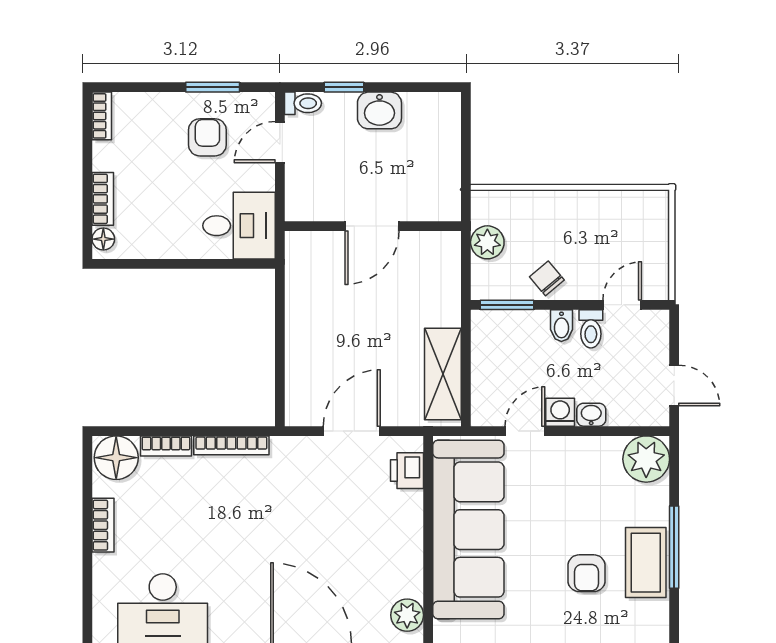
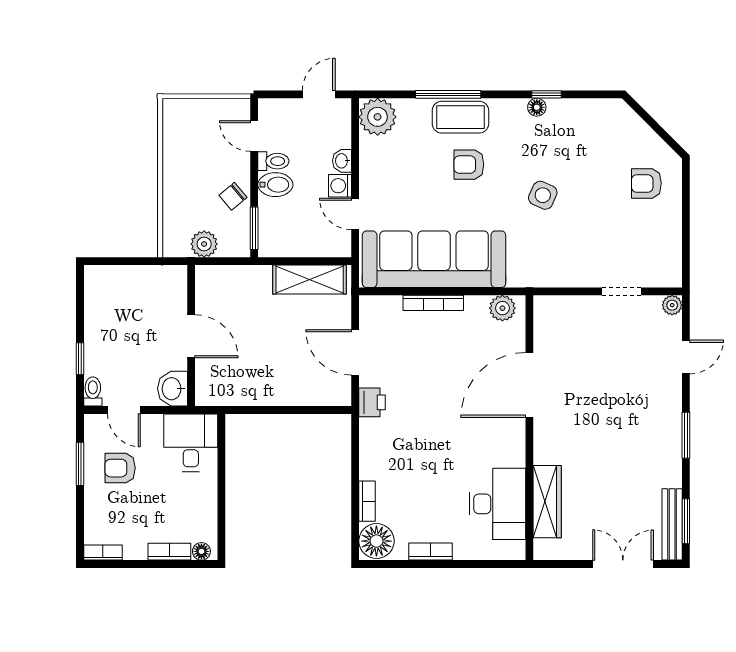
washbasin: (379, 110) -> (172, 389), moved, turned 180
bidet: (561, 326) -> (275, 185), width x1.38, depth x1.36
bookcase: (231, 445) -> (433, 303), moved, turned 90
printer: (407, 471) -> (372, 402), moved, turned -90
armchair: (587, 573) -> (469, 165), turned 180

